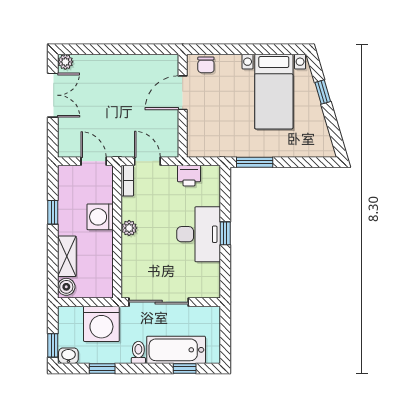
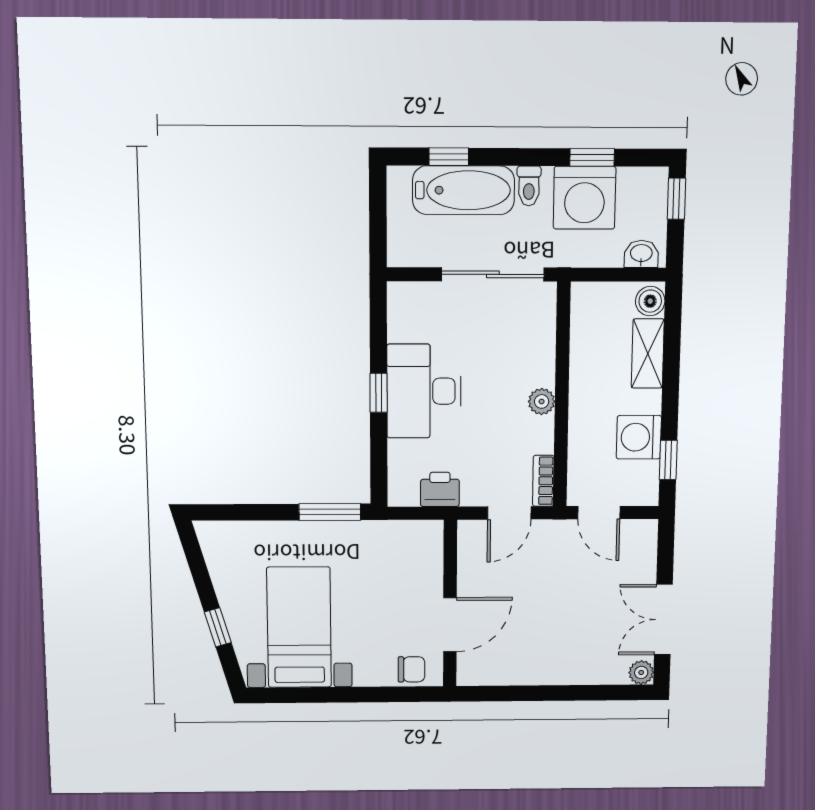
chair: (206, 65) -> (411, 669), turned 90
door: (147, 161) -> (509, 513), hinge flipped
window: (53, 212) -> (668, 460), moved
washing machine: (100, 217) -> (639, 437), moved, turned 180
washing machine: (101, 324) -> (585, 198), moved, turned 180
washbasin: (68, 356) -> (641, 254), moved, turned 180

